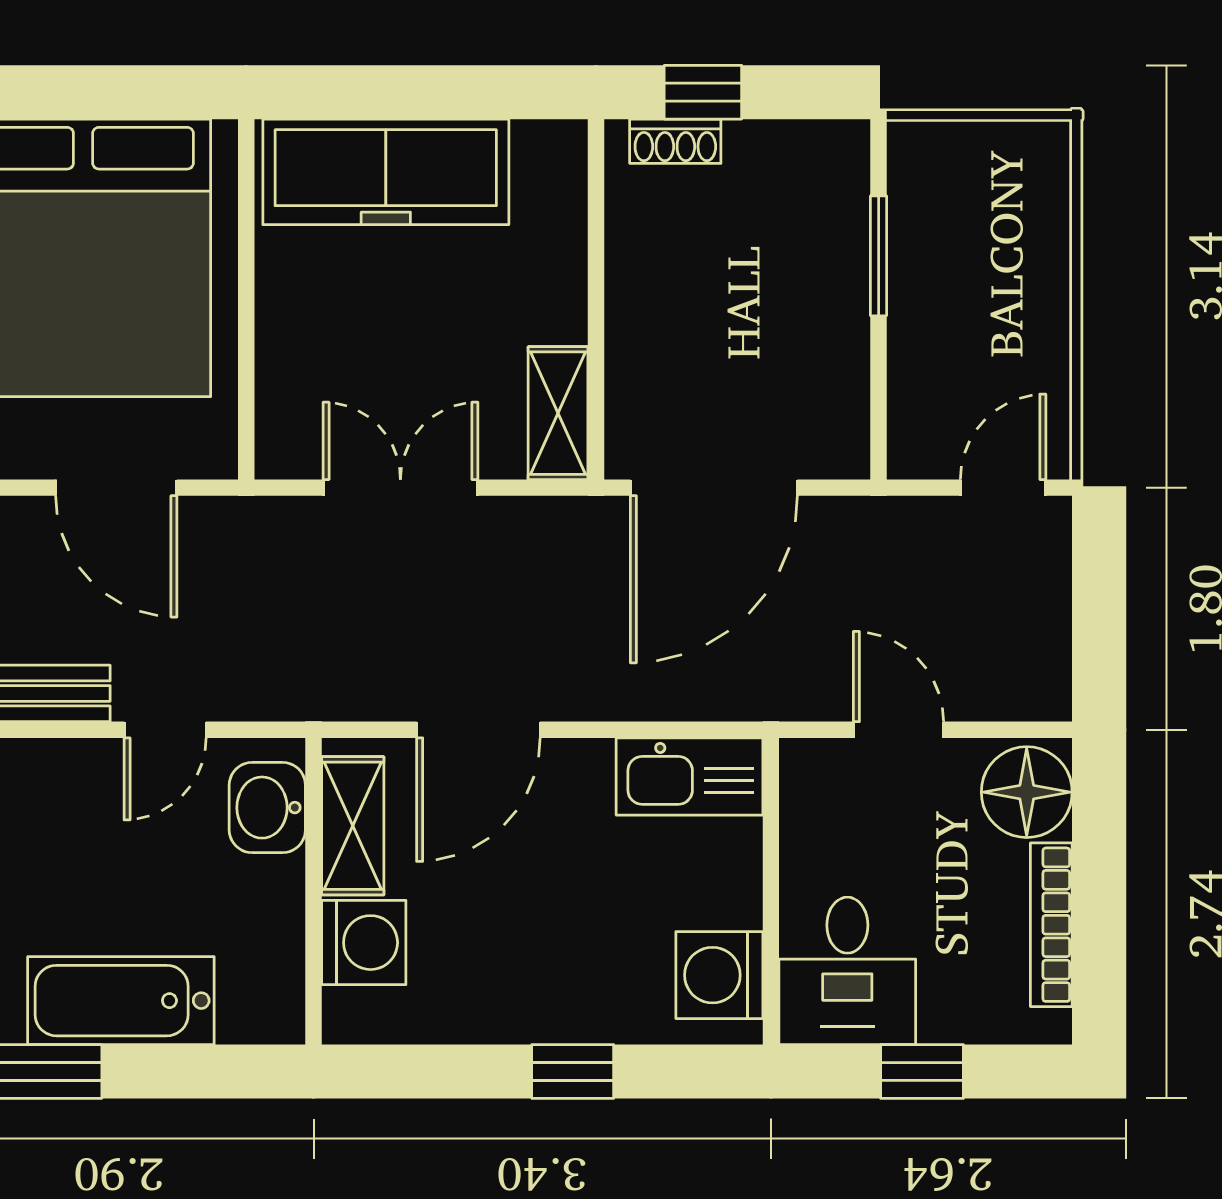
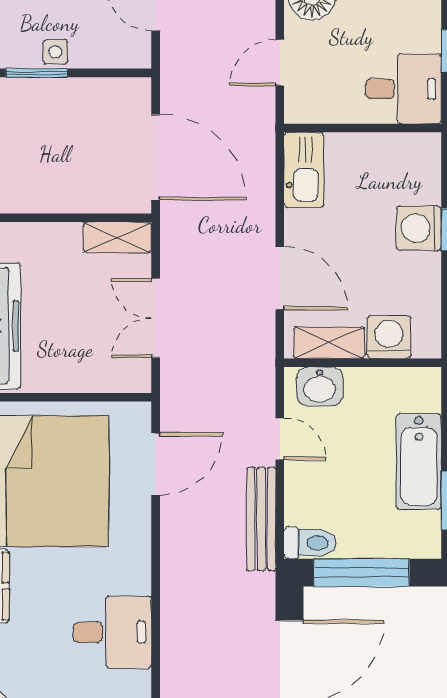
side table: (920, 292) -> (55, 52), added
washing machine: (719, 975) -> (419, 228), moved, turned 90

